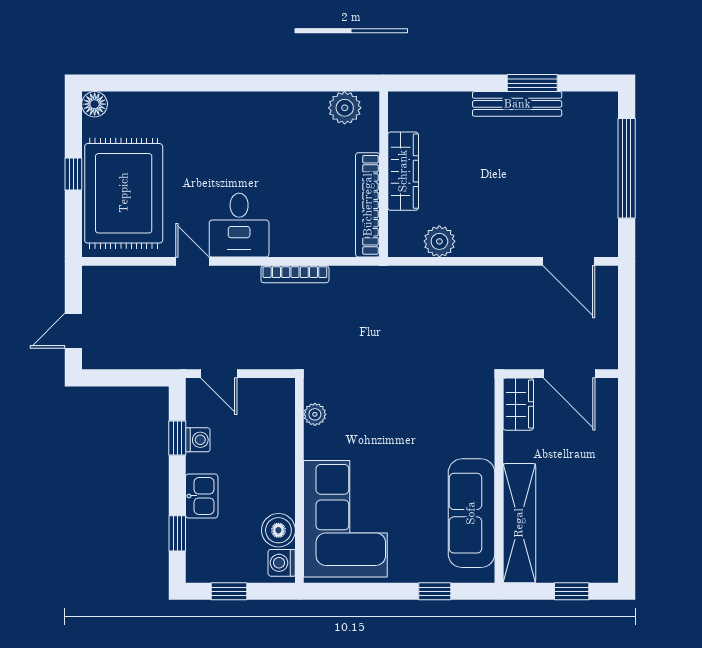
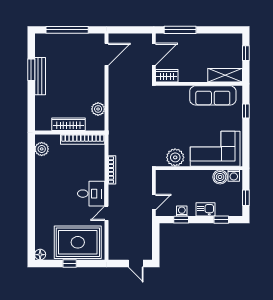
plant: (315, 414) -> (175, 157), width x1.88, depth x1.88
window: (627, 436) -> (180, 30), added
shelving: (519, 523) -> (225, 75), width x0.68

